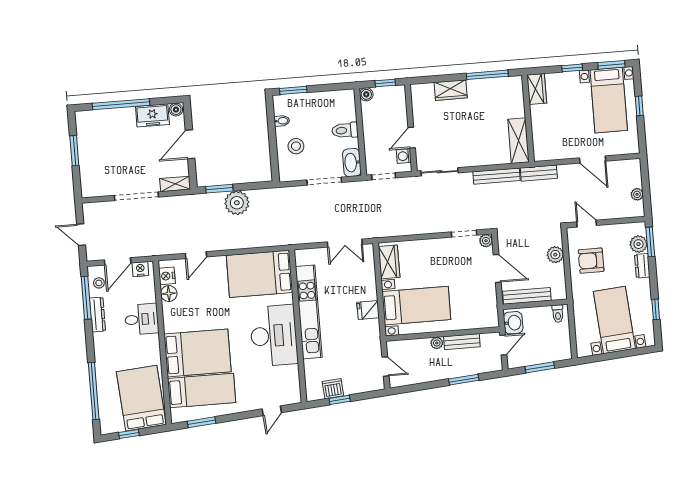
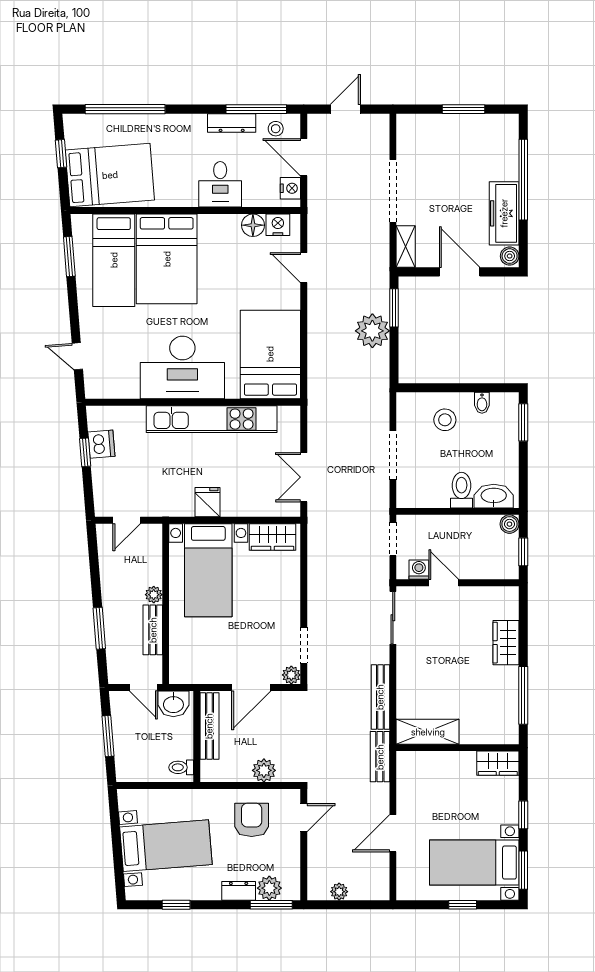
freezer: (152, 115) -> (504, 213), width x1.40
washbasin: (352, 162) -> (494, 496), moved

